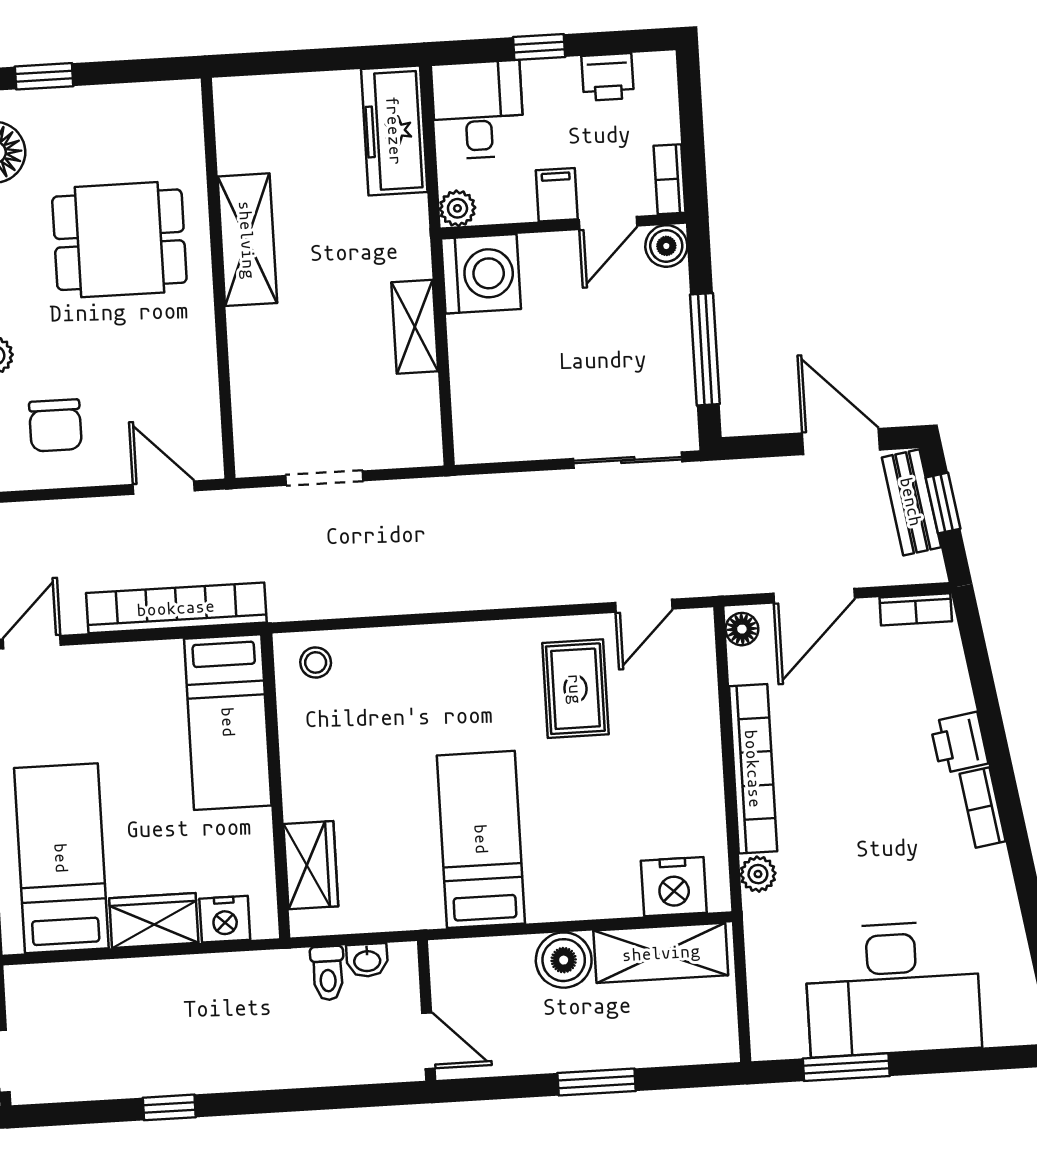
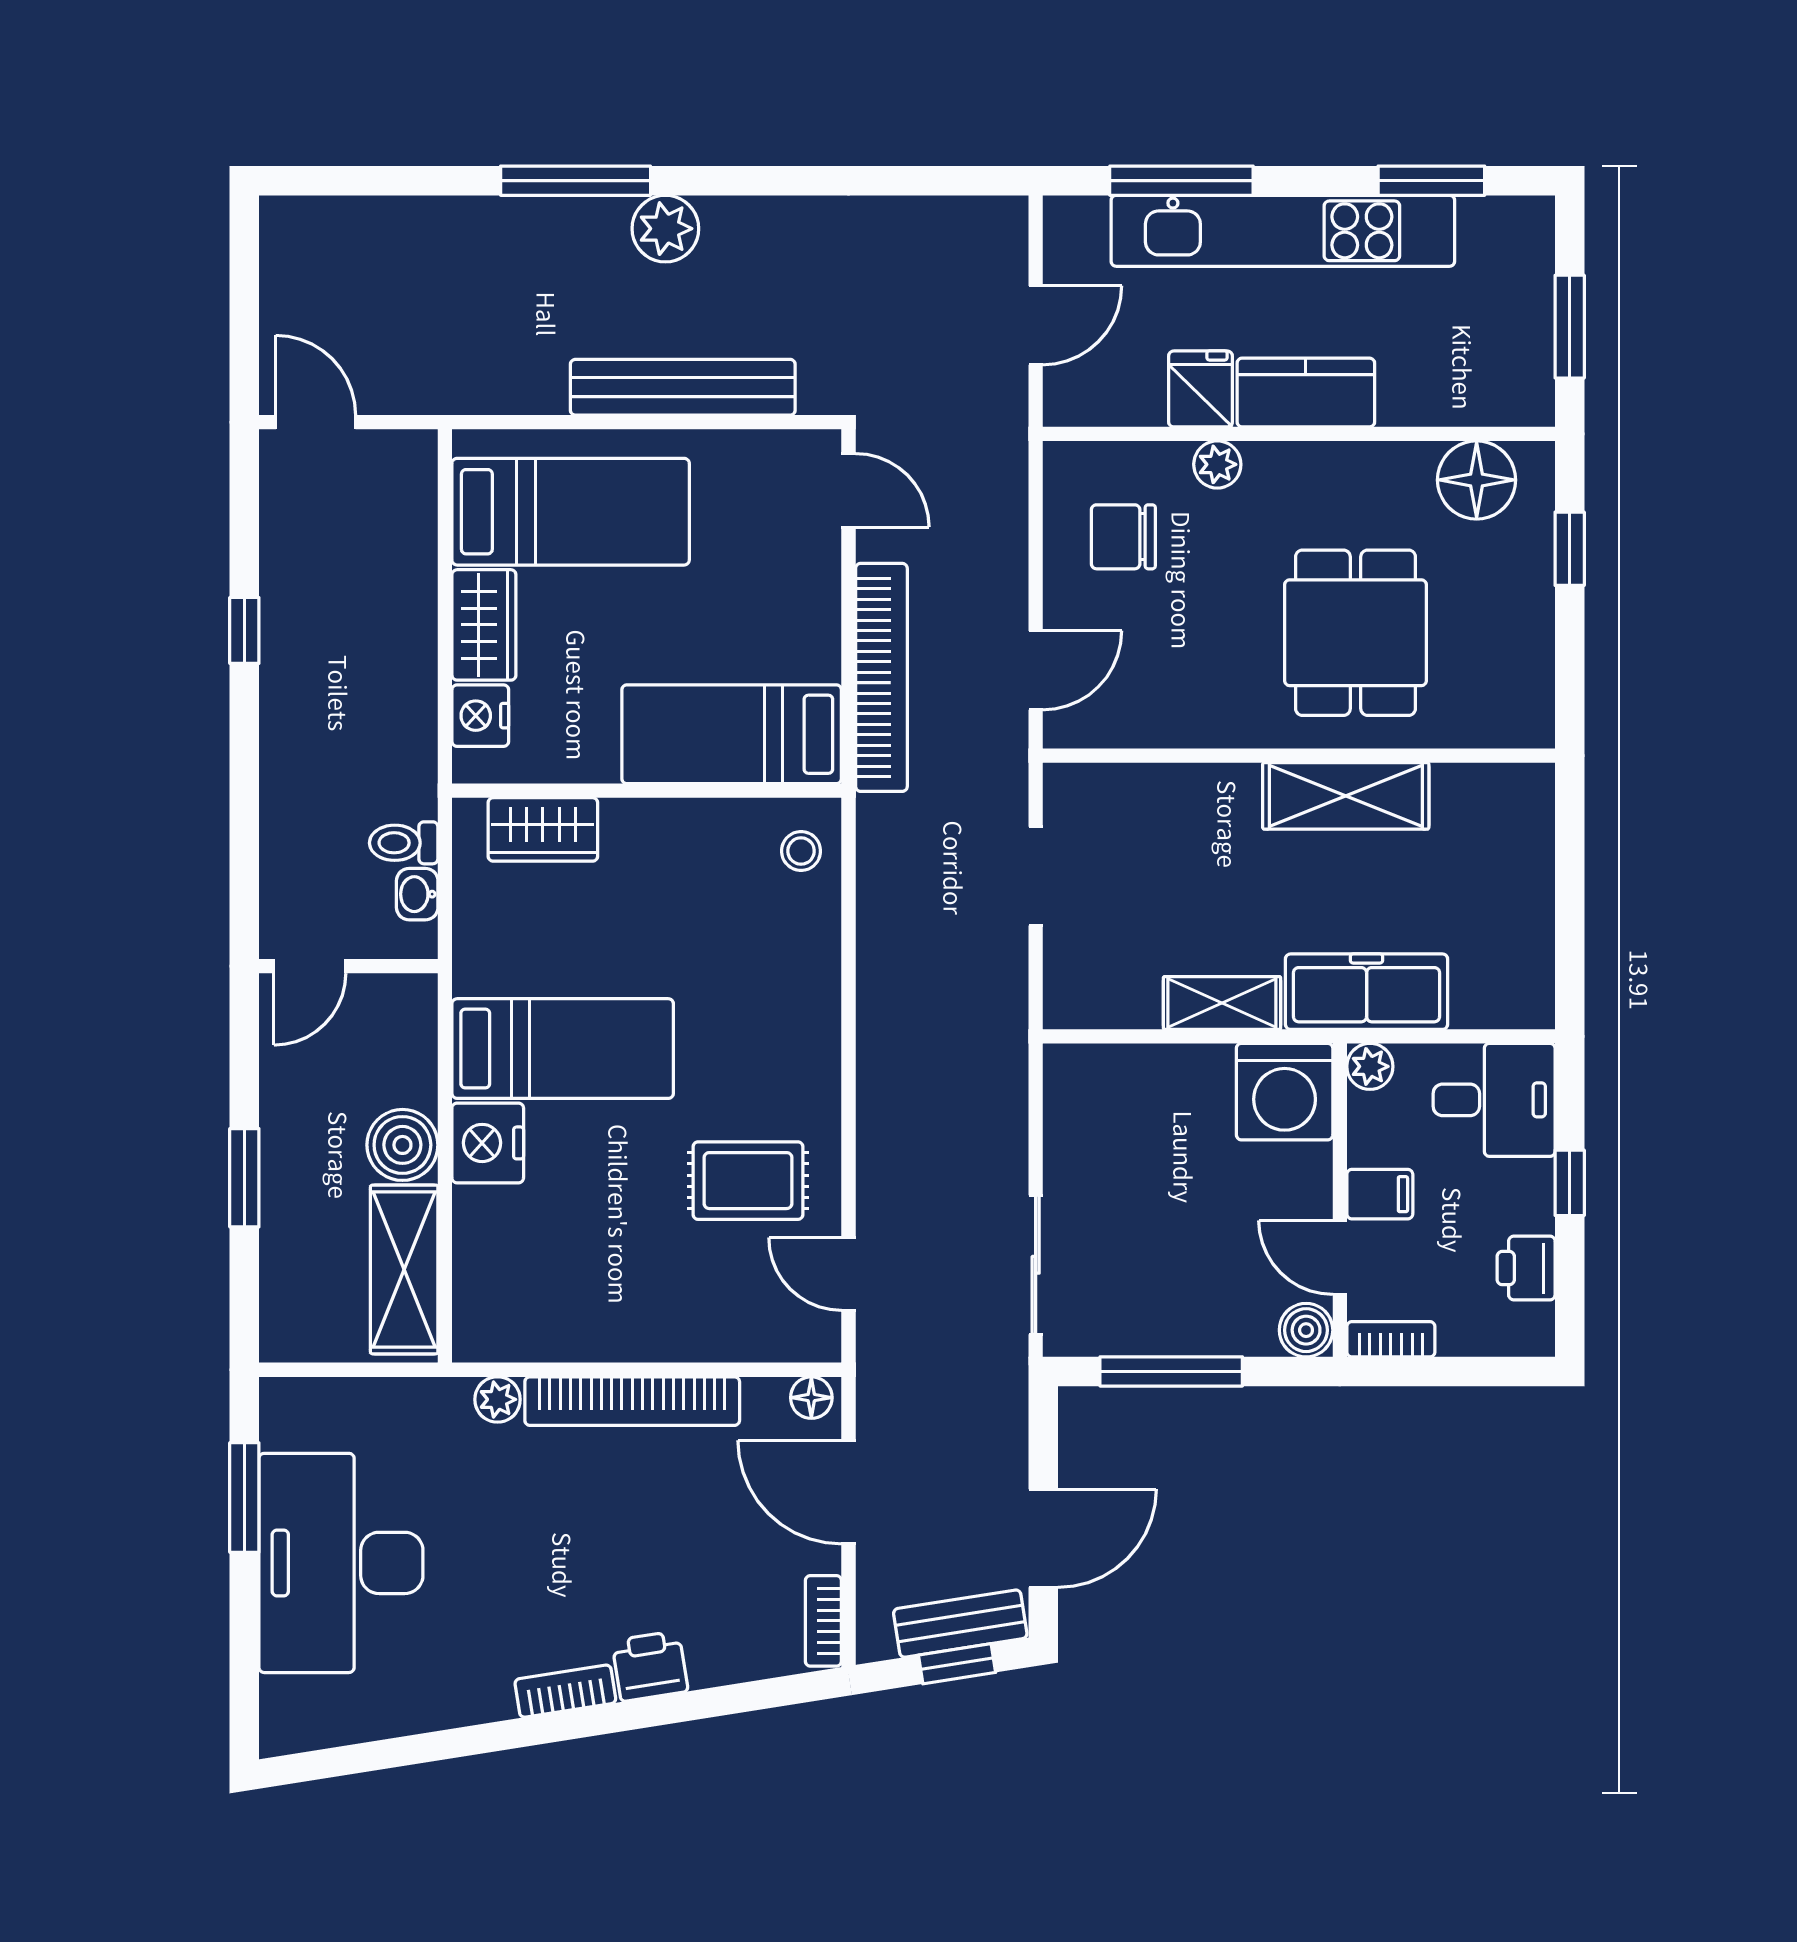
freezer: (394, 131) -> (1367, 992), moved
nightstand: (674, 887) -> (488, 1143), moved

